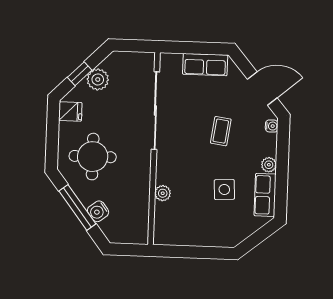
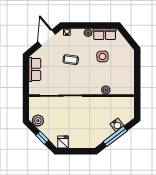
plant: (98, 80) -> (38, 121), moved
round table: (93, 157) -> (87, 129), removed

